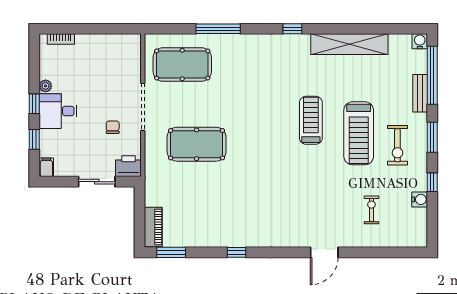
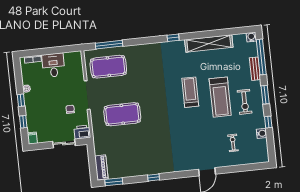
window: (218, 29) -> (109, 45), moved
desk: (58, 111) -> (53, 65), moved, turned 90

